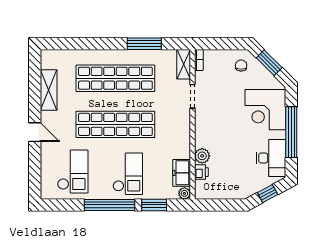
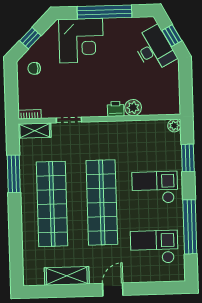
window: (269, 63) -> (30, 38), width x0.67
desk: (271, 158) -> (154, 49), moved, turned 62
printer: (201, 172) -> (116, 109), moved
freezer: (182, 173) -> (152, 129), removed
window: (110, 205) -> (190, 227), moved

